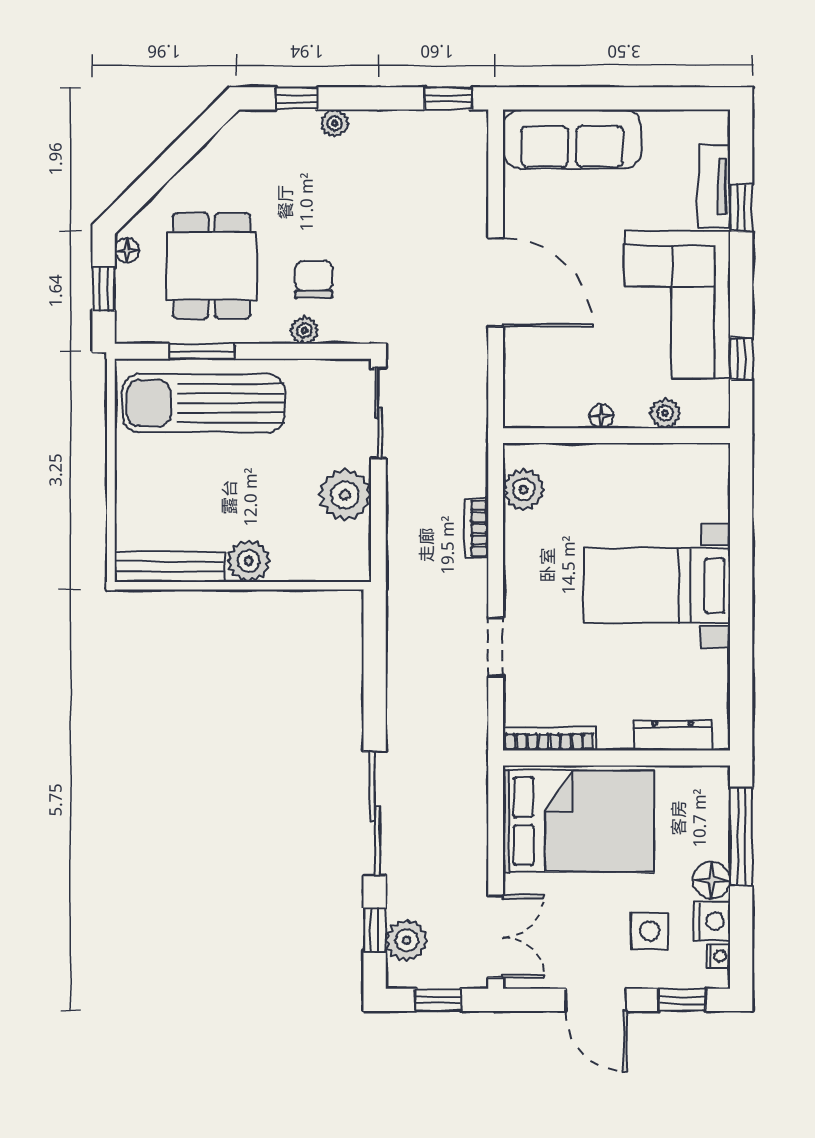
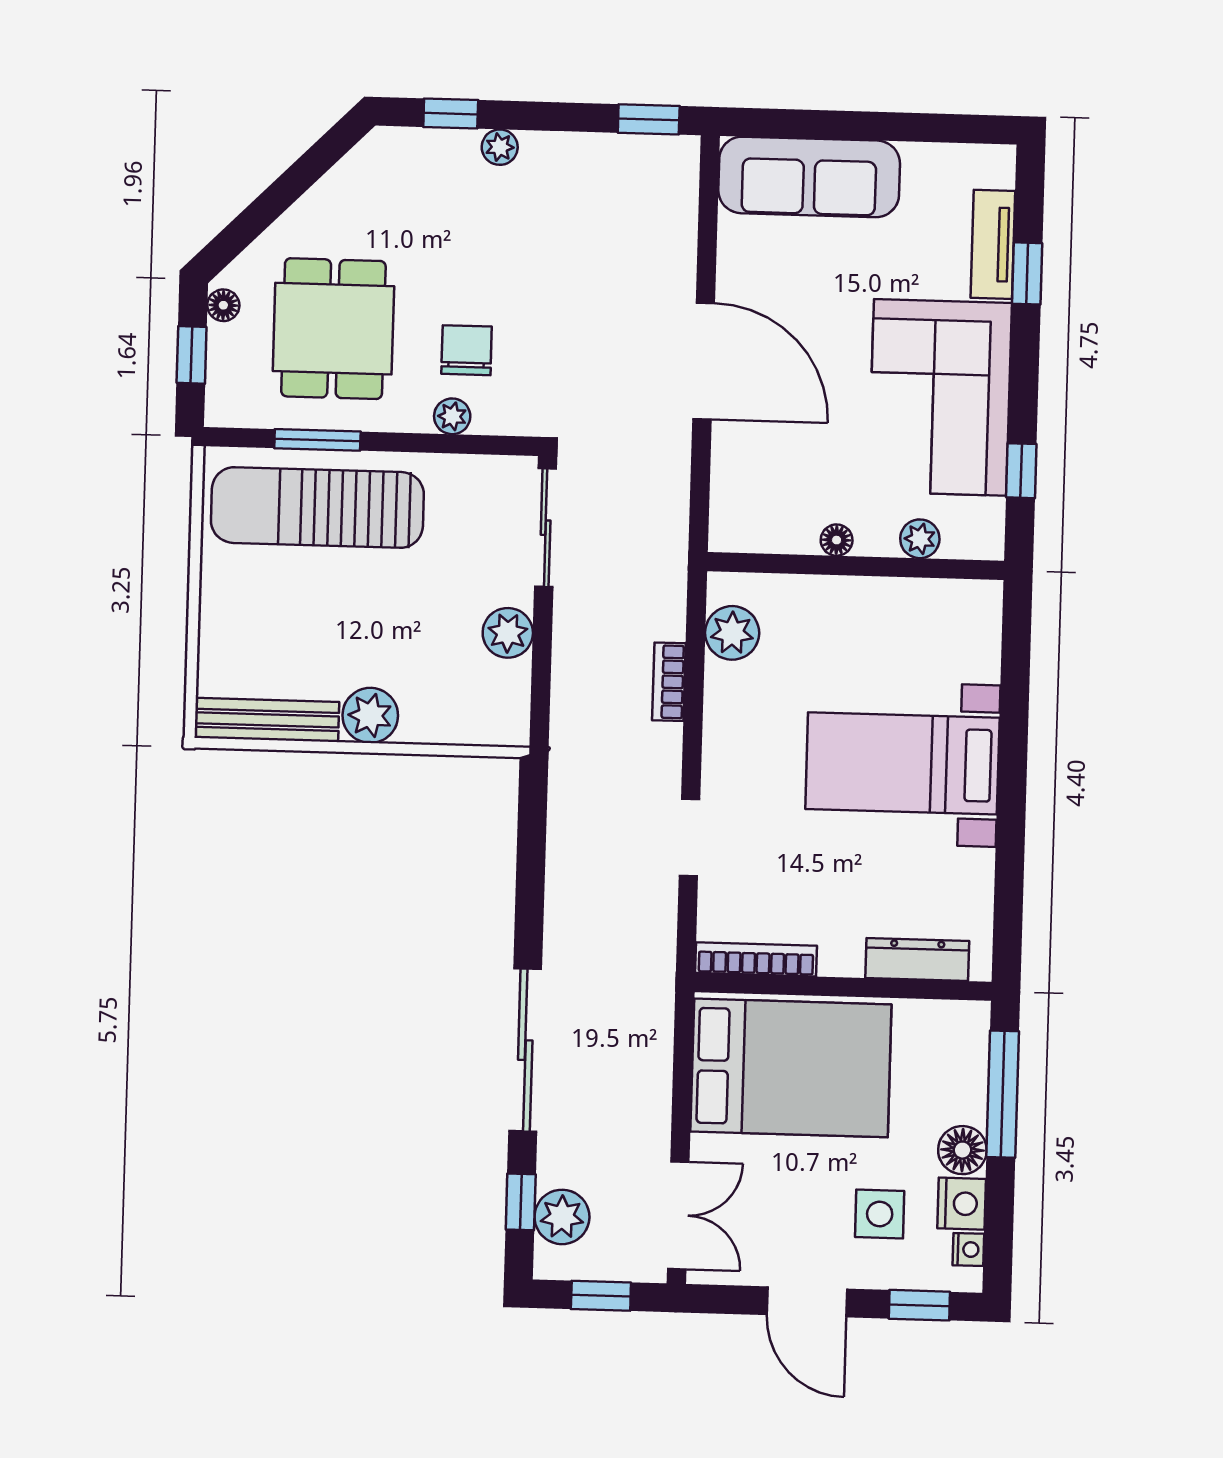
plant: (345, 495) -> (508, 633), width x0.73, depth x0.73

